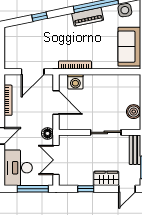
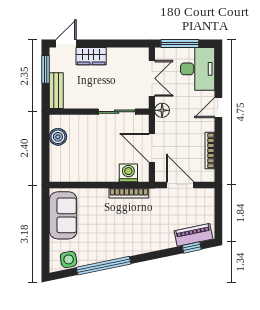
window: (40, 17) -> (192, 247), moved
piano: (88, 17) -> (194, 235), moved
door: (33, 72) -> (180, 185), hinge flipped
sliding door: (106, 132) -> (117, 112), moved
window: (86, 189) -> (116, 44), removed

